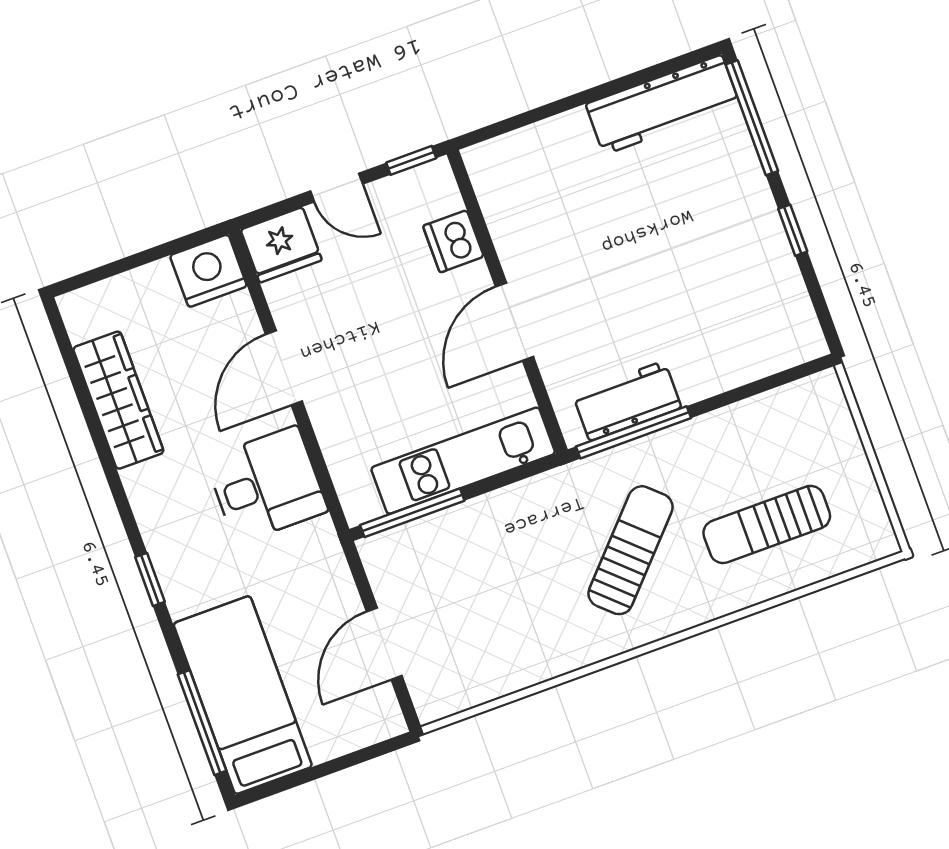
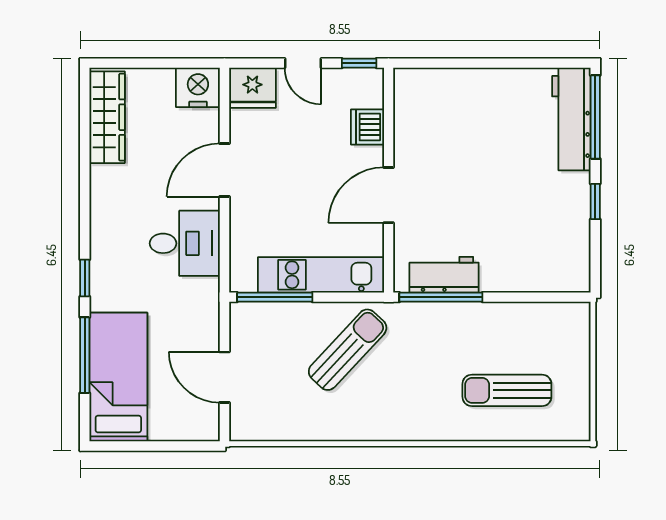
workbench: (663, 105) -> (571, 119), moved, turned 90
wardrobe: (118, 400) -> (107, 117), moved
sun lounger: (631, 550) -> (348, 350), moved
door: (384, 644) -> (225, 377), hinge flipped
window: (202, 723) -> (85, 355), moved

